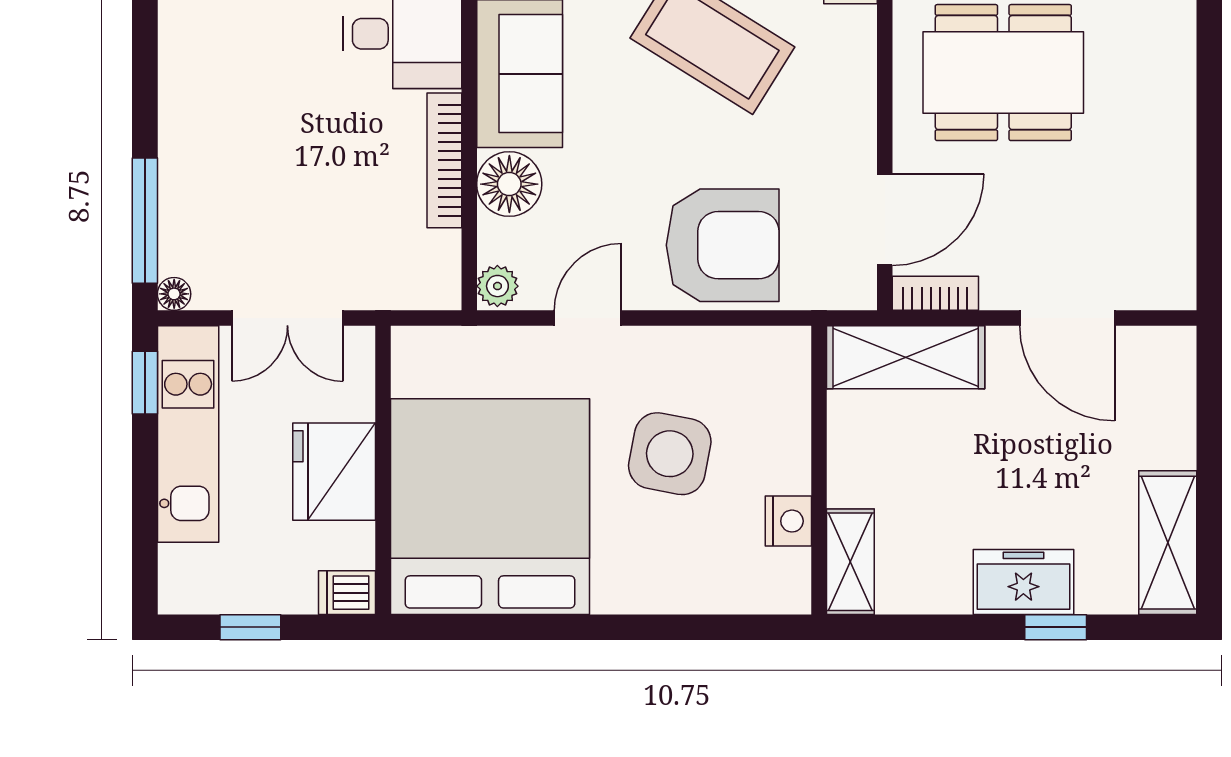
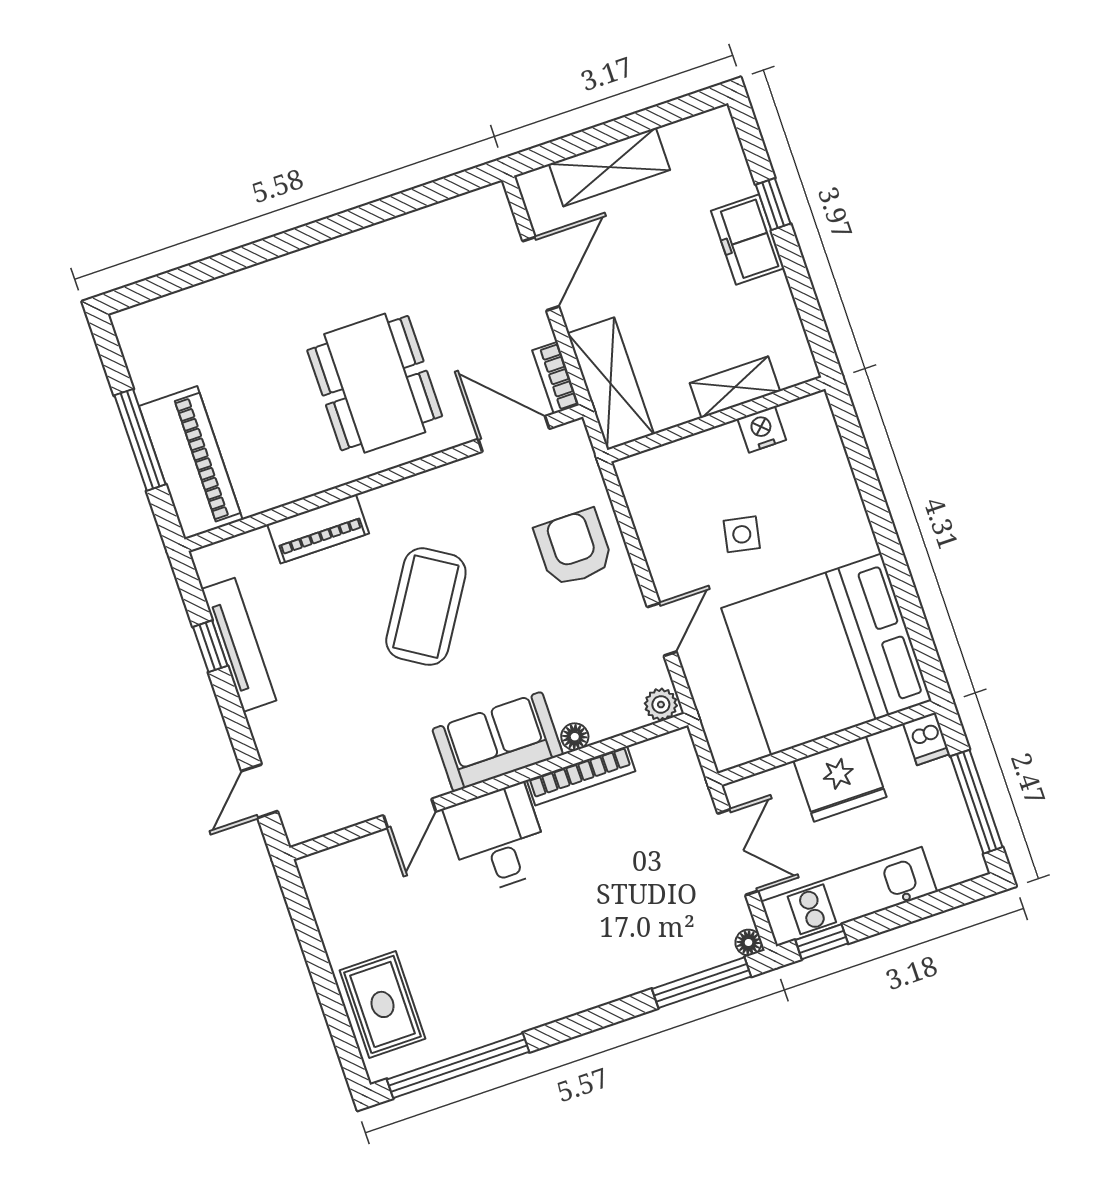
floor lamp: (509, 184) -> (575, 737), width x0.53, depth x0.53
armchair: (723, 245) -> (574, 548), width x0.73, depth x0.73
door: (588, 318) -> (662, 629), swing flipped
side table: (670, 454) -> (742, 534), width x0.54, depth x0.54
shelving: (1168, 543) -> (609, 167), moved
shelving: (850, 562) -> (735, 387), moved
window: (250, 627) -> (977, 802), width x2.17

